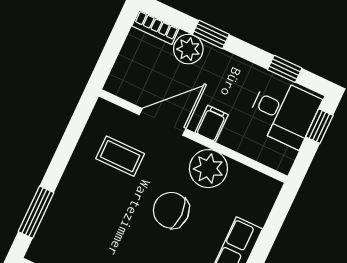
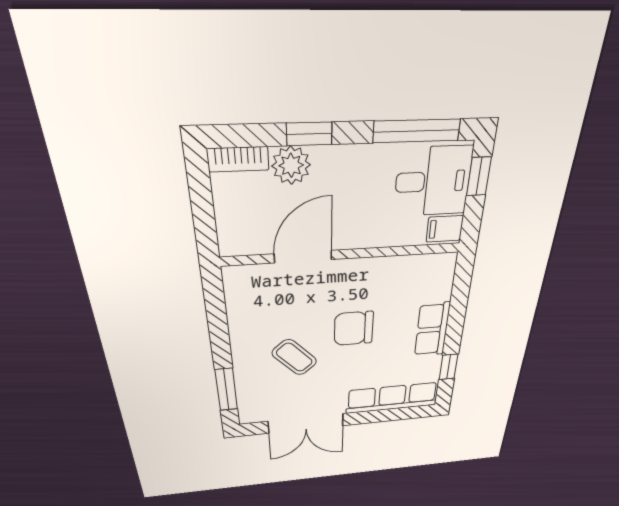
window: (285, 69) -> (417, 131), width x2.17
filing cabinet: (212, 124) -> (445, 229), moved, turned -90
coffee table: (120, 156) -> (294, 357), moved, turned 48
plant: (208, 169) -> (374, 276), removed

